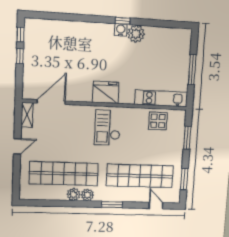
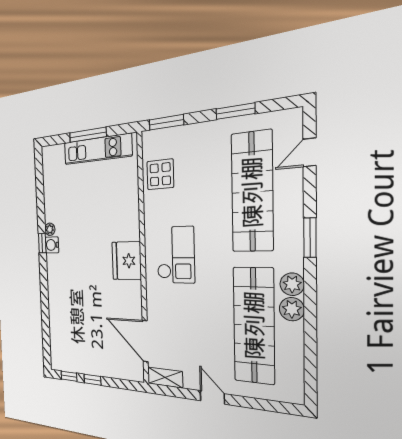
plant: (136, 34) -> (50, 229), width x0.53, depth x0.53
kitchen unit: (161, 98) -> (97, 149), moved, turned -90
checkout: (107, 128) -> (175, 255), turned -90
window: (187, 138) -> (166, 122), moved
window: (184, 179) -> (235, 111), moved

